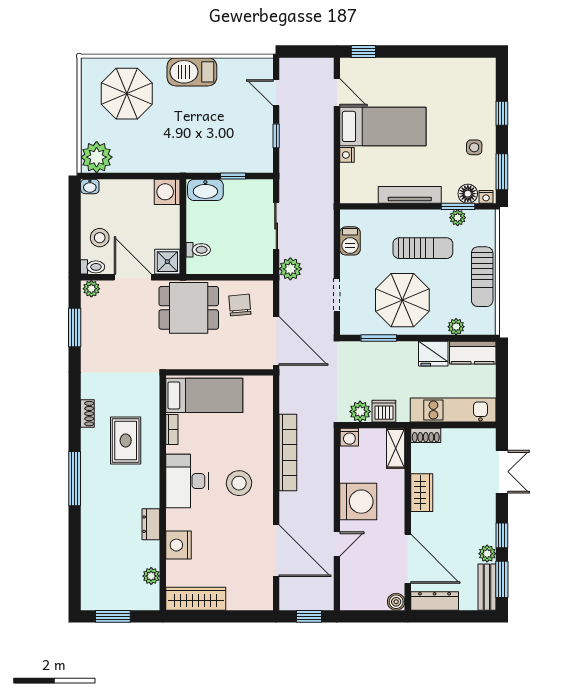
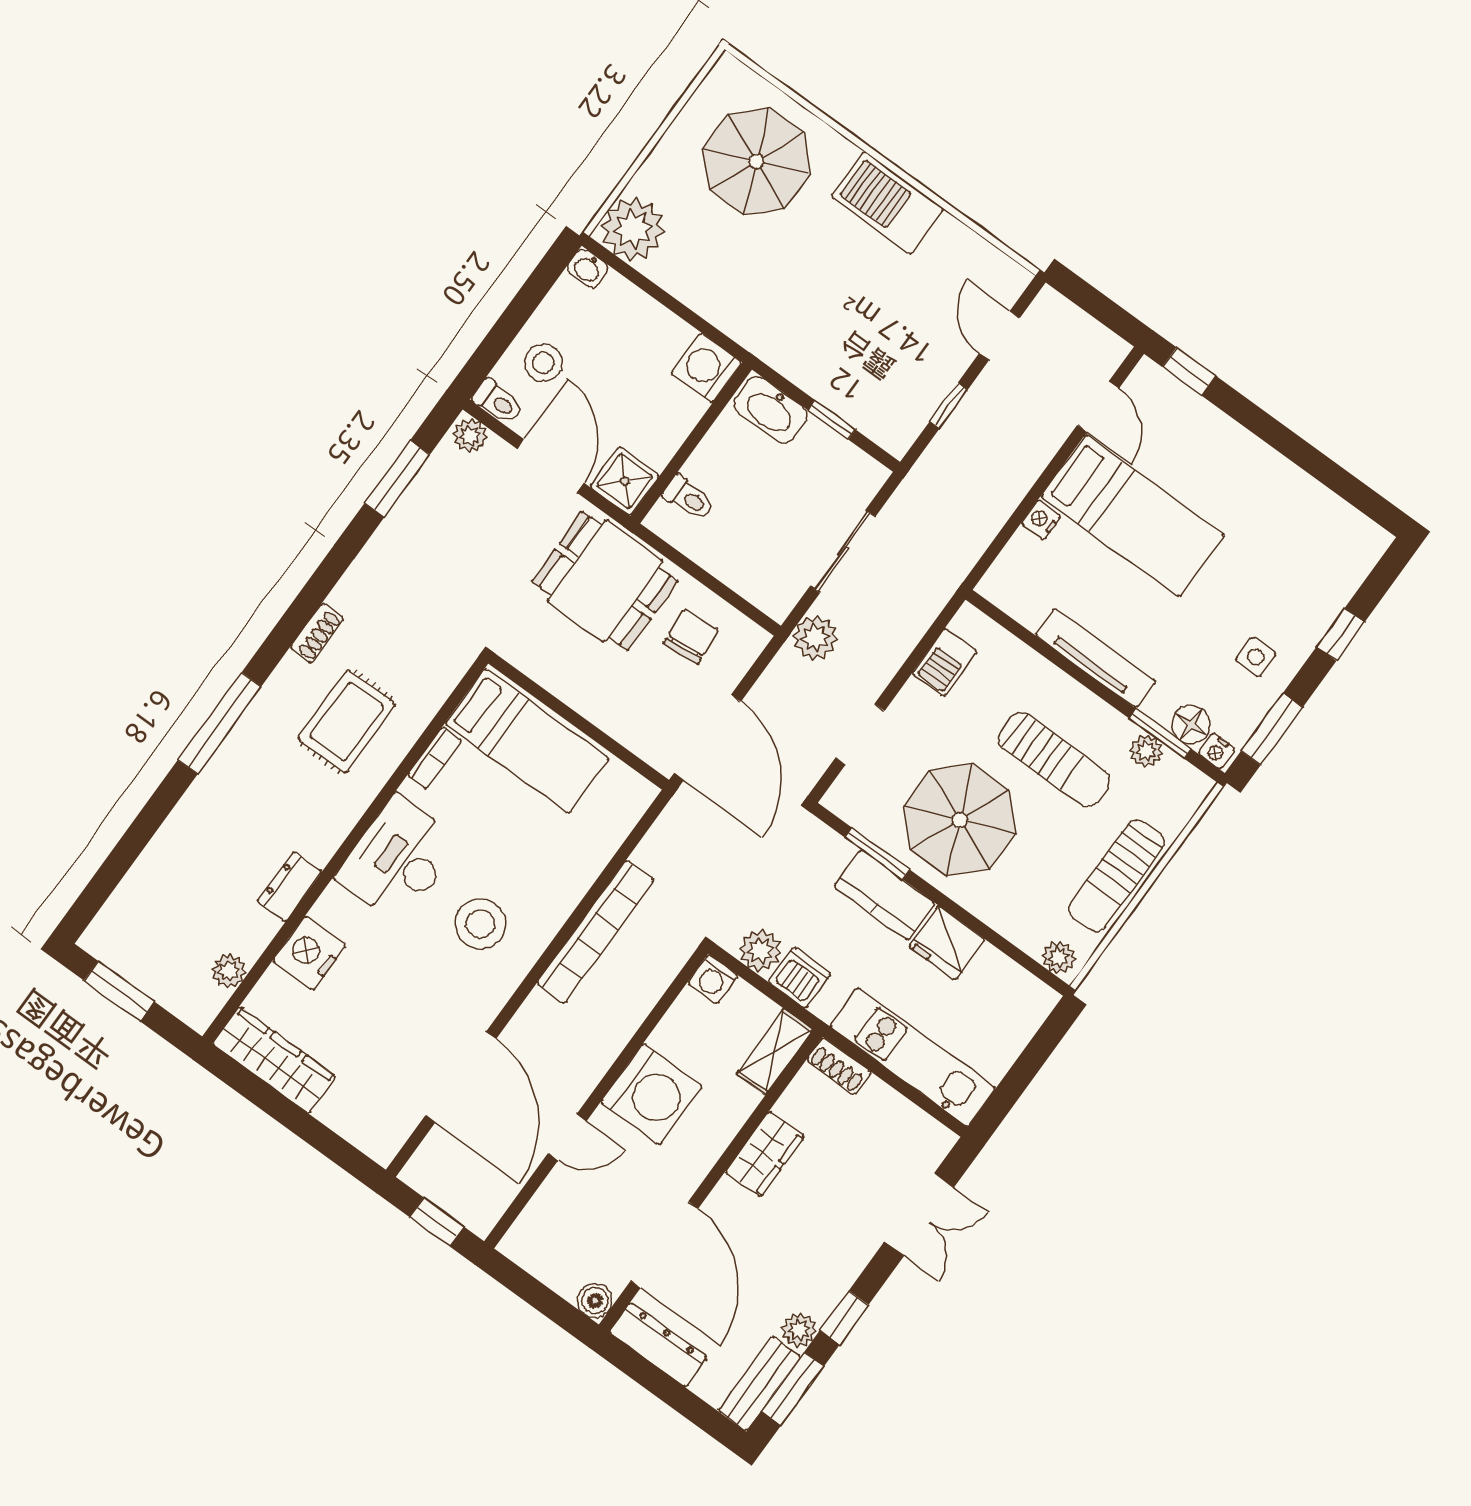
plant: (456, 327) -> (1059, 957), moved
kitchen counter: (473, 353) -> (884, 895), moved

